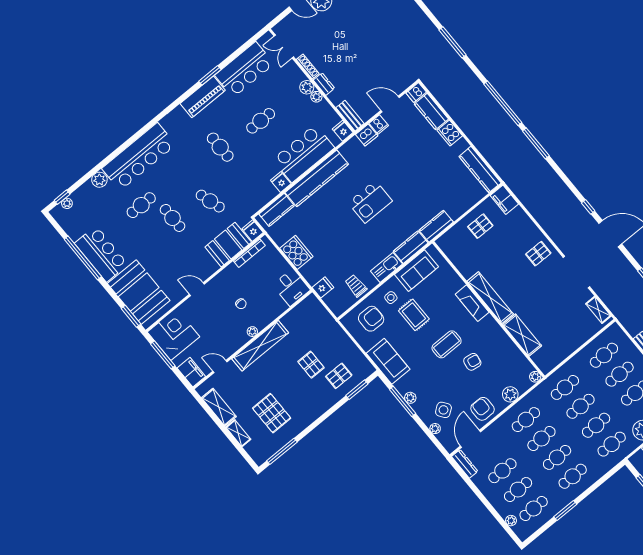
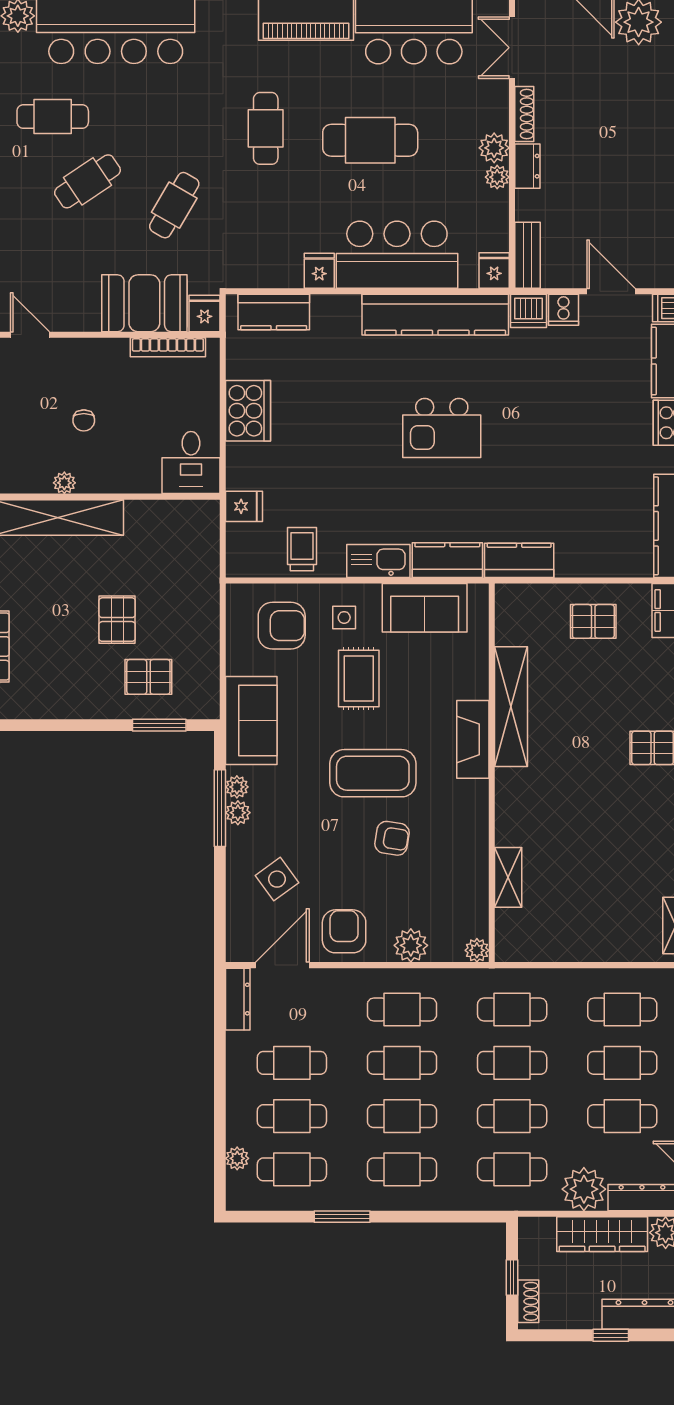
cafe table: (261, 121) -> (370, 140), width x1.37, depth x1.35
kitchen counter: (317, 178) -> (435, 315), moved
cafe table: (210, 201) -> (174, 205), turned 47
cafe table: (172, 218) -> (87, 181), turned 56
shelving: (490, 298) -> (511, 707), moved
shelving: (522, 335) -> (508, 877), width x0.67, depth x0.75
coffee table: (447, 344) -> (373, 773), width x1.36, depth x1.32
plant: (435, 429) -> (237, 787), moved

